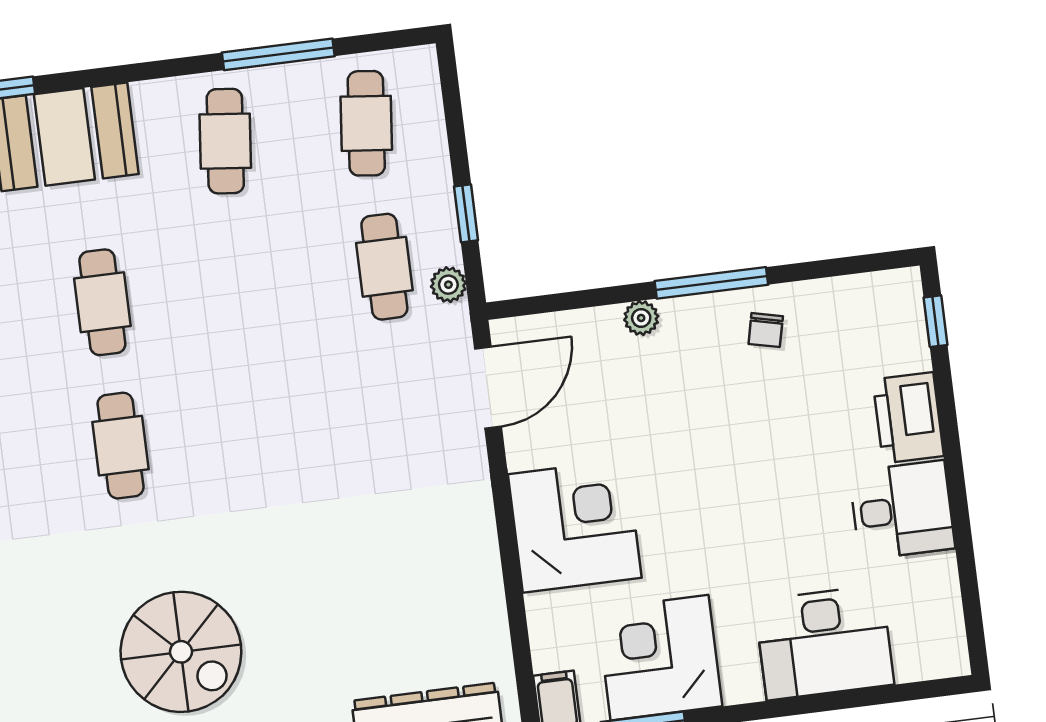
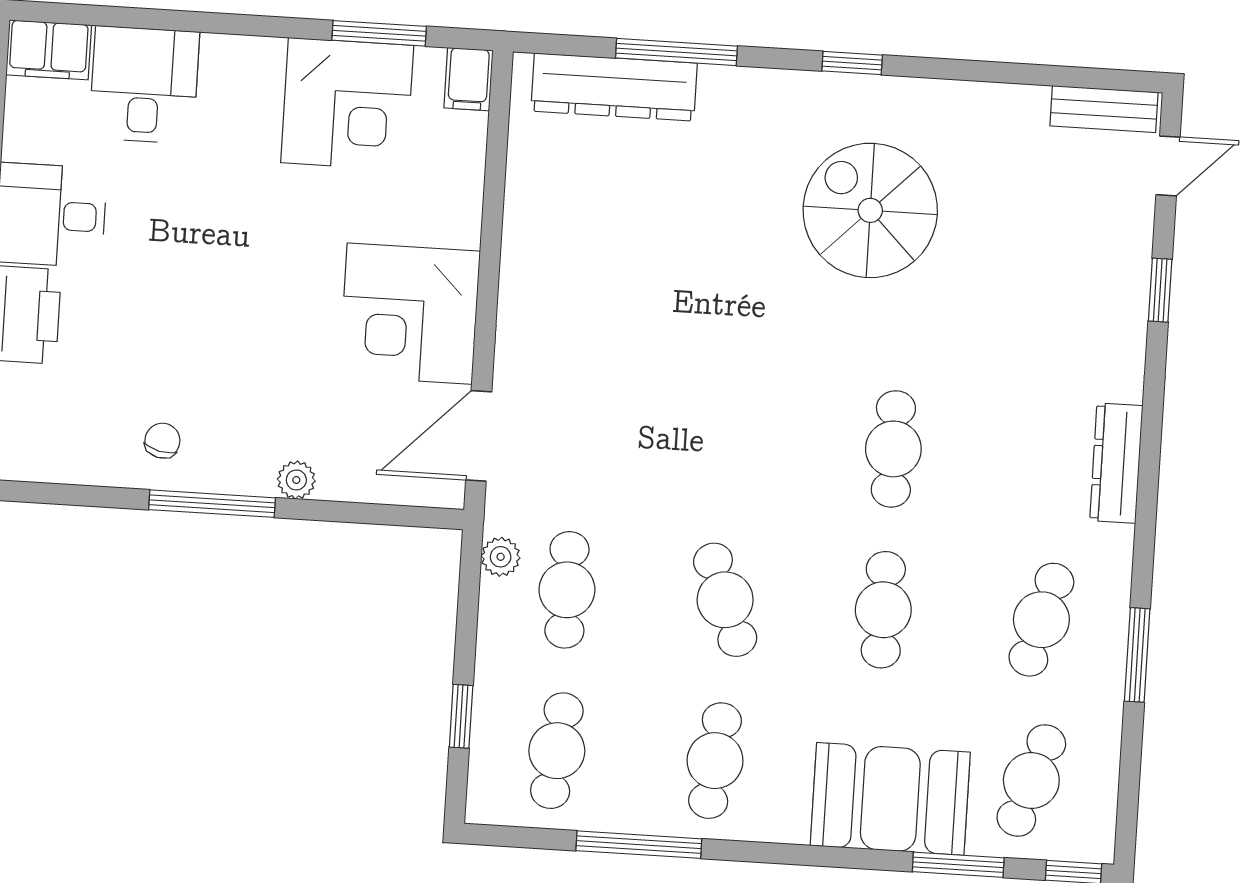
window: (466, 213) -> (461, 716), moved
cafe table: (243, 284) -> (725, 600), added
corner desk: (575, 526) -> (410, 314), moved
desk: (824, 643) -> (144, 85), width x0.73
filing cabinet: (932, 655) -> (49, 50), added

